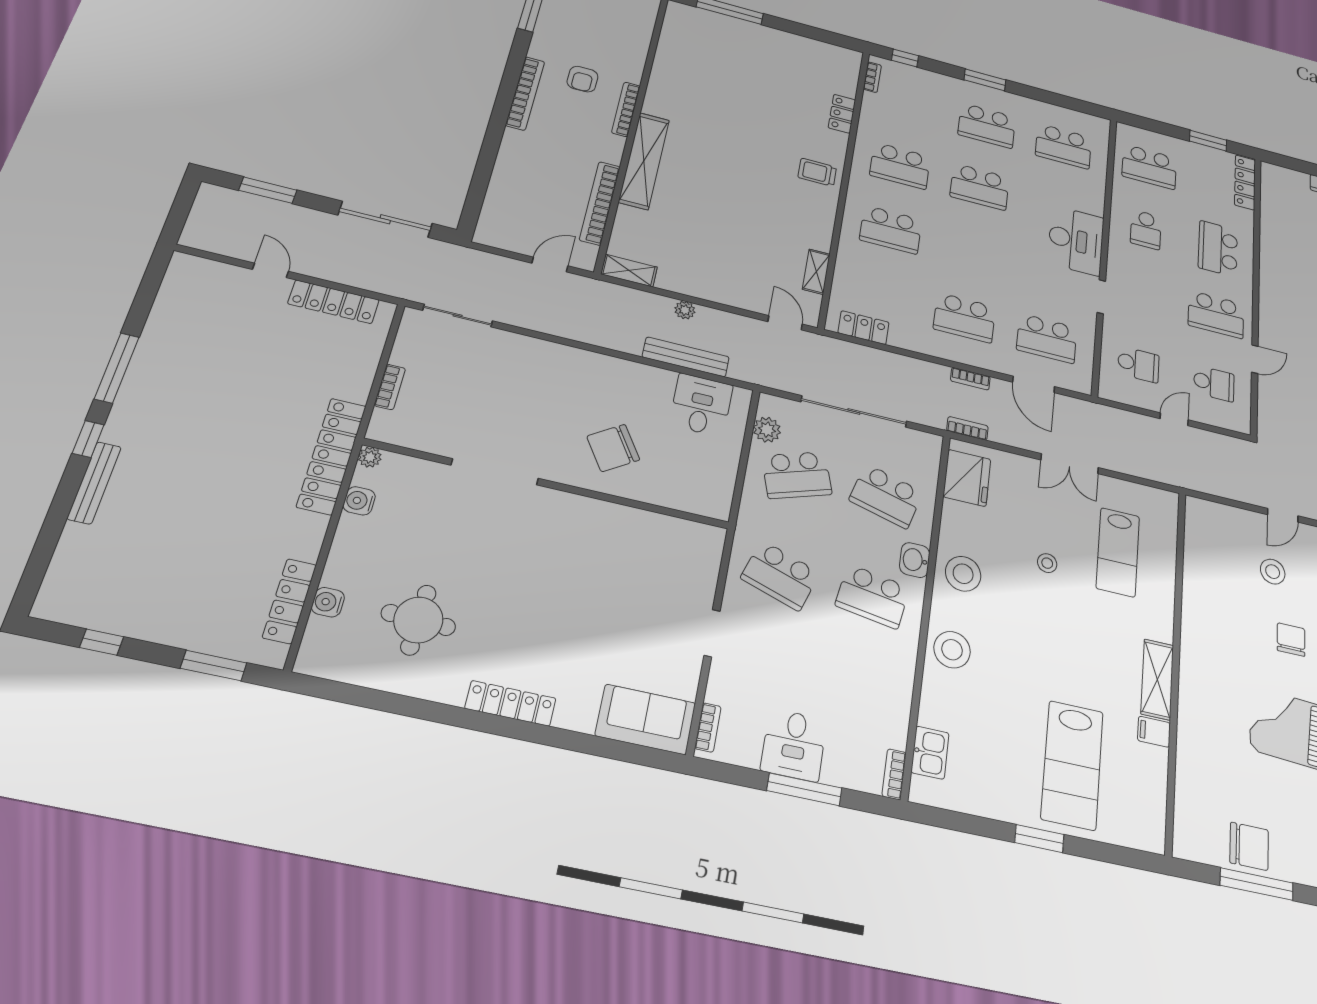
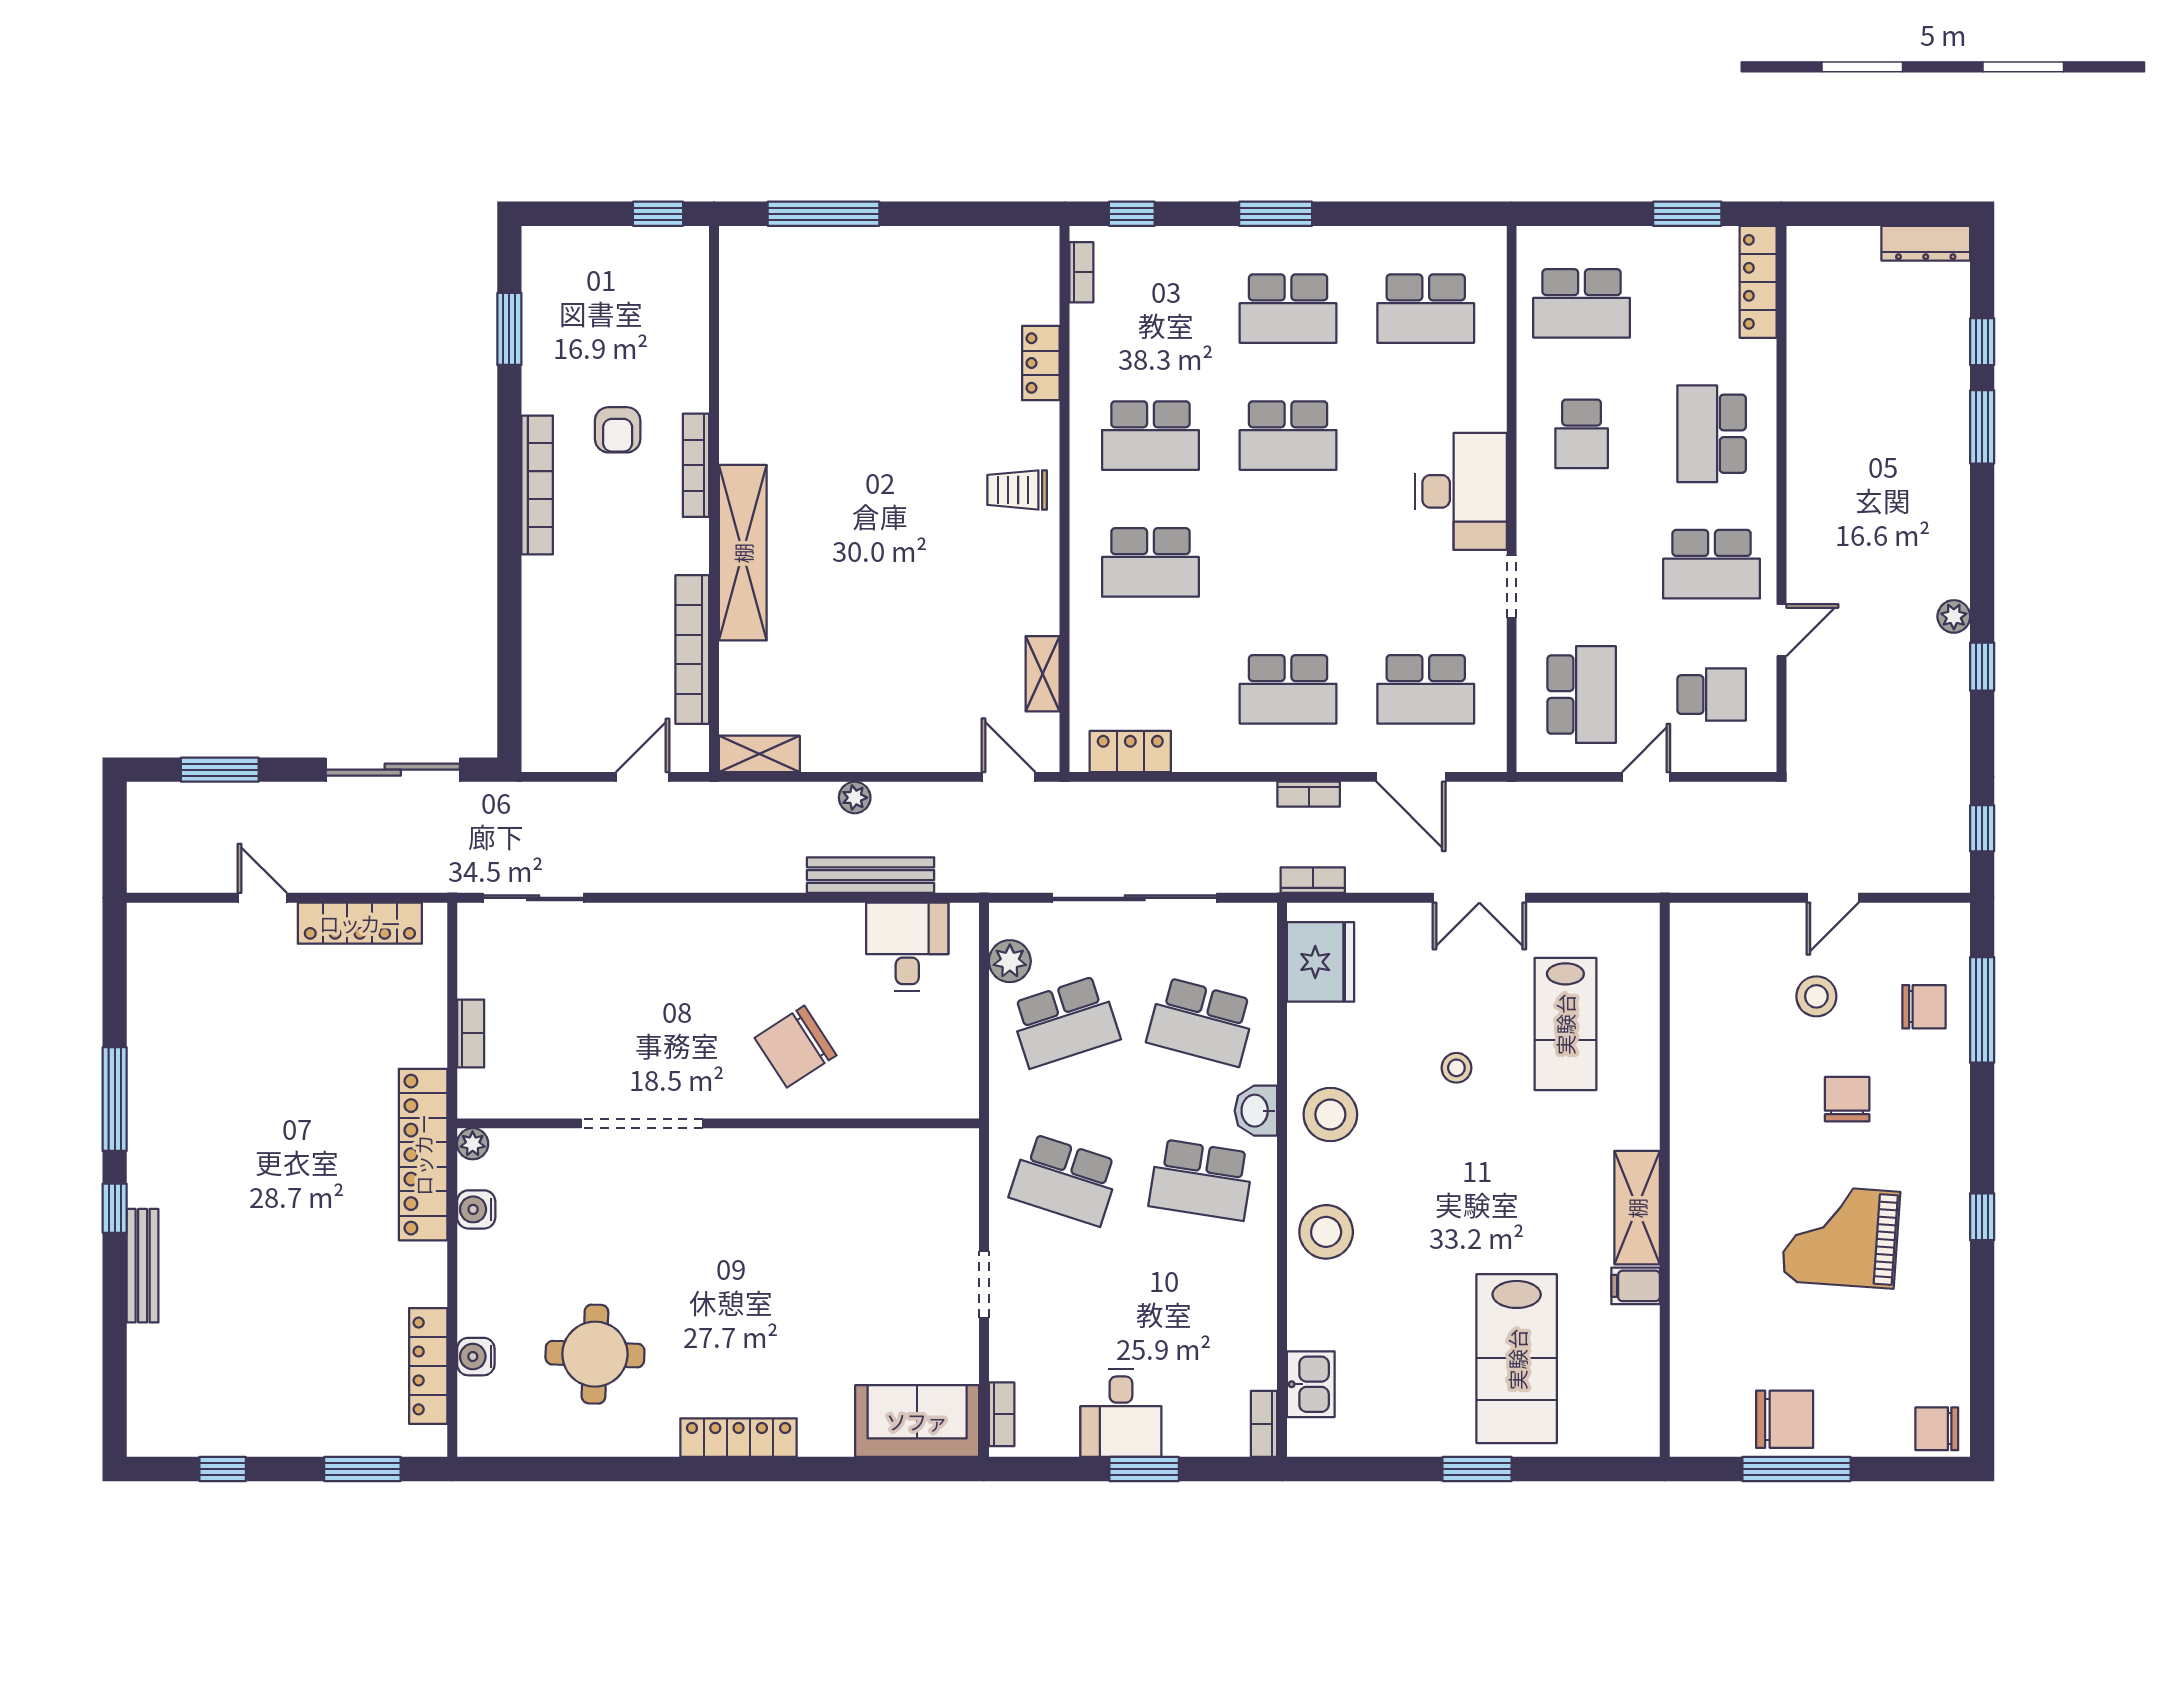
school desk: (1138, 364) -> (1582, 695), width x1.85
window: (804, 789) -> (1144, 1469), width x0.69

